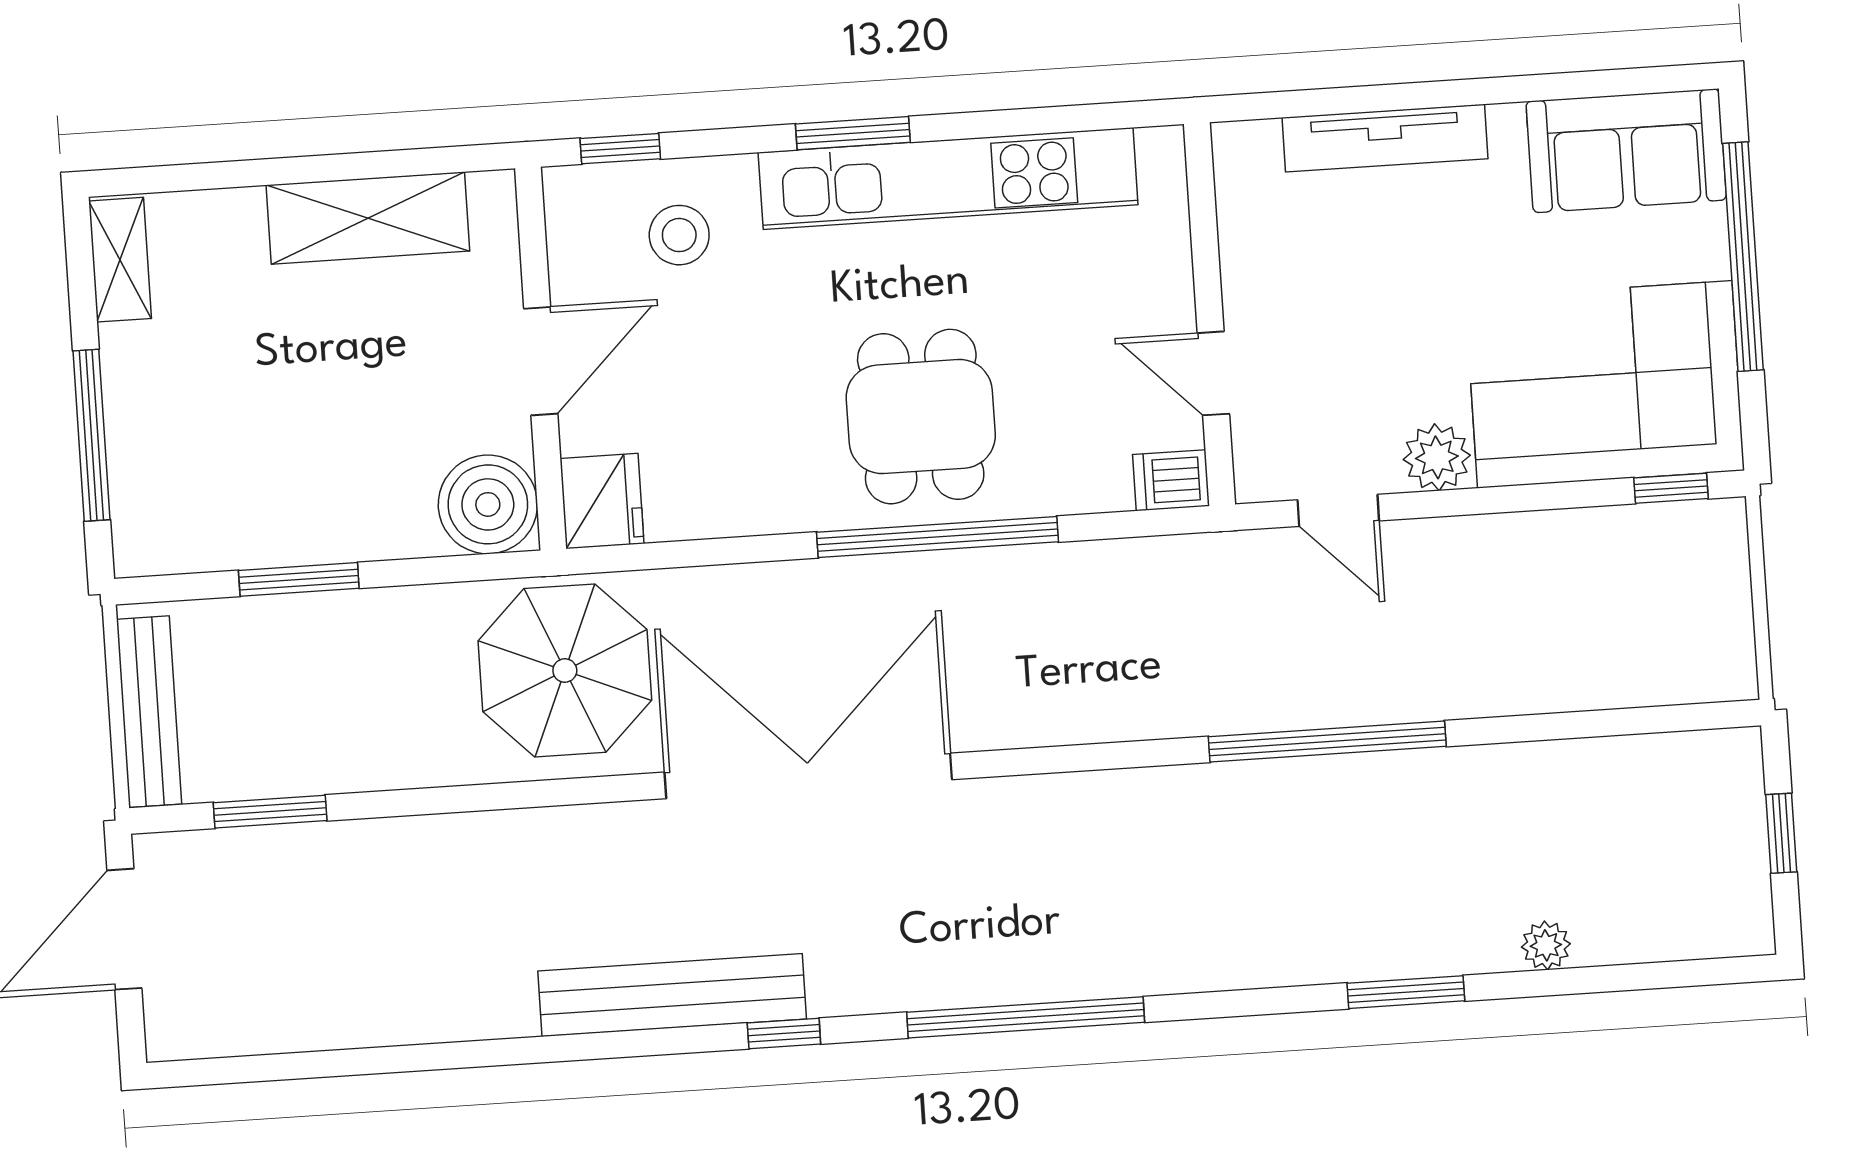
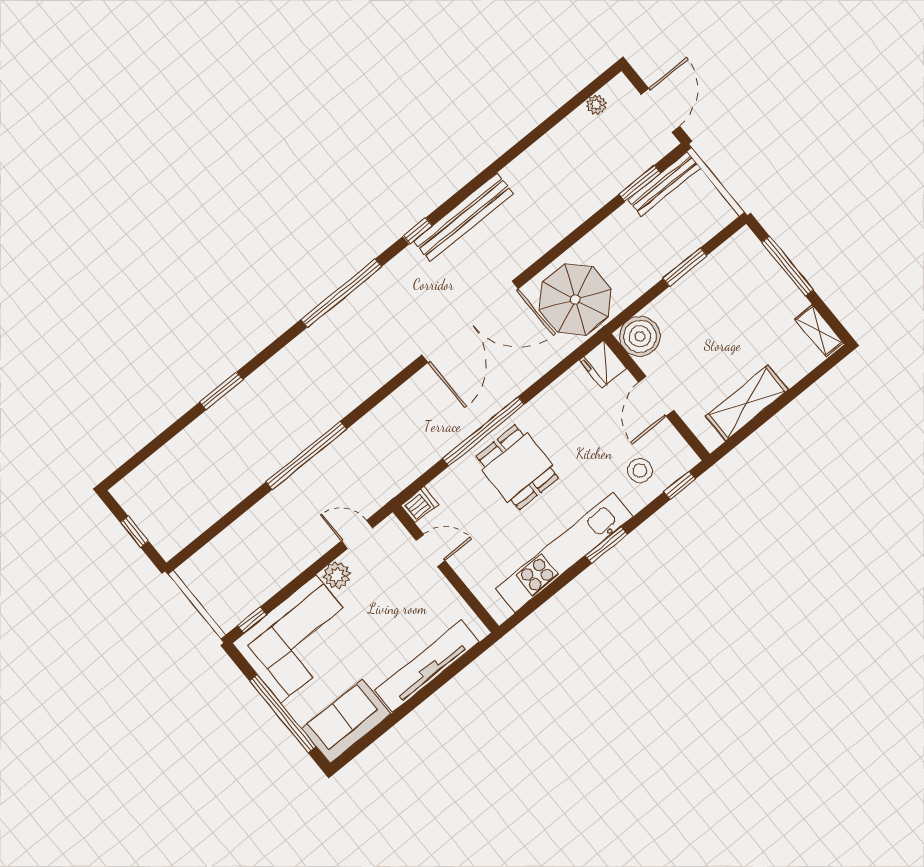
tv unit: (1385, 138) -> (427, 666), width x1.36, depth x1.29
bench: (149, 712) -> (664, 184), moved, turned 90
plant: (1546, 945) -> (596, 105), moved

